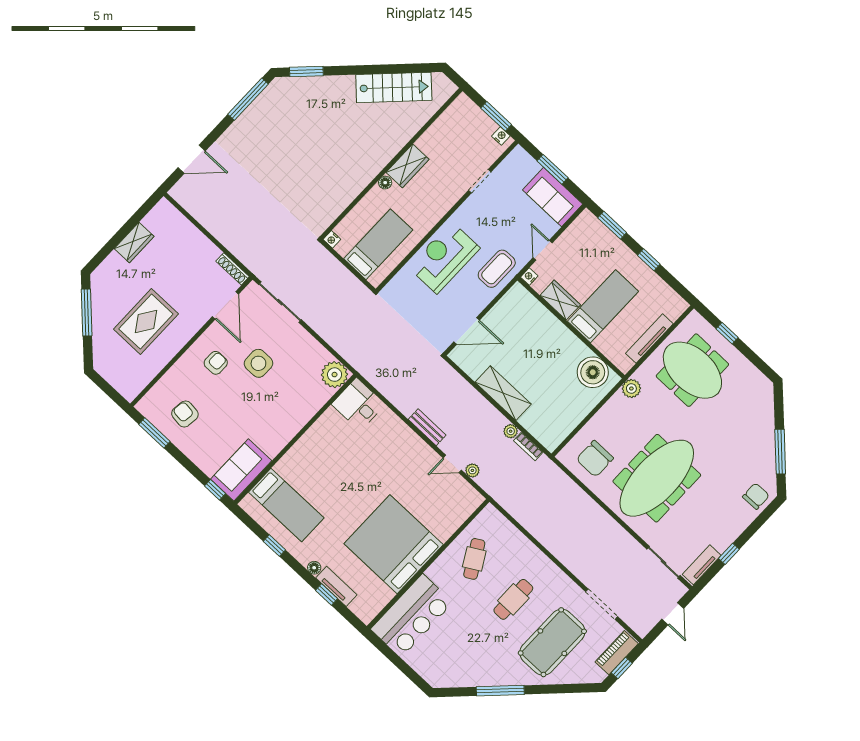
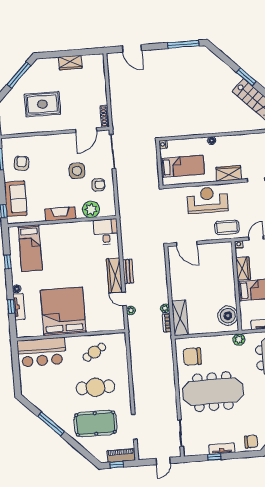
window: (306, 71) -> (246, 77), moved
wardrobe: (407, 166) -> (229, 173), moved, turned 180
armchair: (216, 363) -> (98, 185), moved
plant: (335, 375) -> (91, 209), moved
shelving: (503, 393) -> (180, 318), moved
fireplace: (285, 432) -> (60, 214), added
wardrobe: (415, 447) -> (114, 275), added
sofa: (241, 470) -> (16, 199), moved, turned 90
tv unit: (702, 565) -> (222, 449), moved
cafe table: (513, 599) -> (95, 387), width x1.37, depth x1.35

